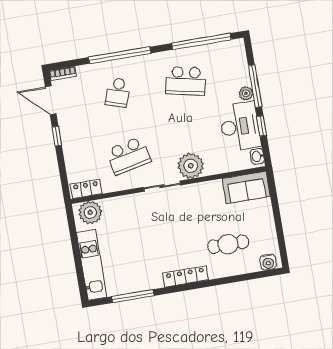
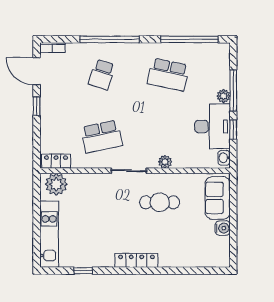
plant: (191, 166) -> (165, 162), width x0.53, depth x0.53
sofa: (246, 187) -> (218, 198), moved, turned 90
cafe table: (228, 244) -> (160, 202), moved
water cooler: (268, 262) -> (223, 228), moved, turned -90
window: (133, 296) -> (83, 271), width x0.46

